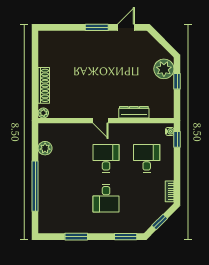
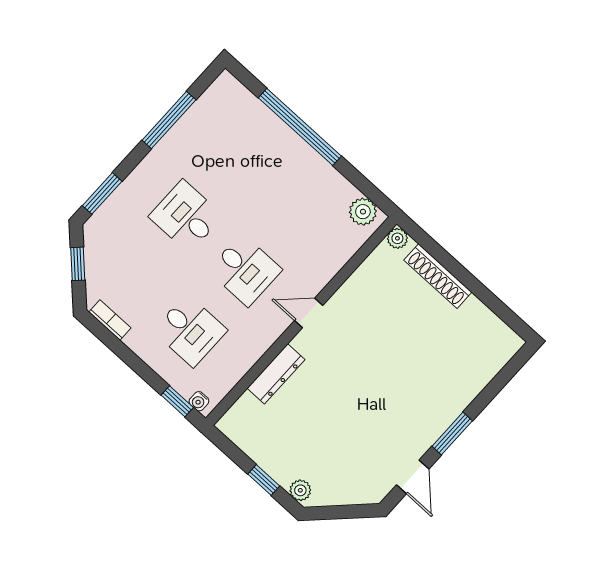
plant: (164, 69) -> (300, 490), width x0.53, depth x0.53
plant: (45, 148) -> (363, 212), moved
window: (76, 237) -> (169, 120), width x1.44

